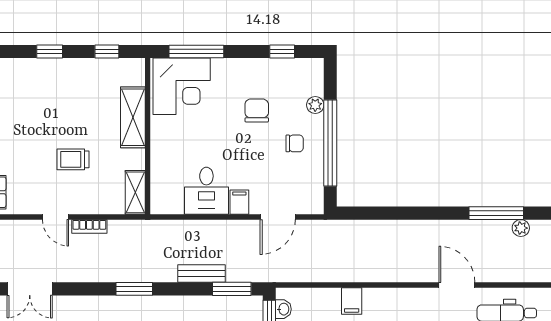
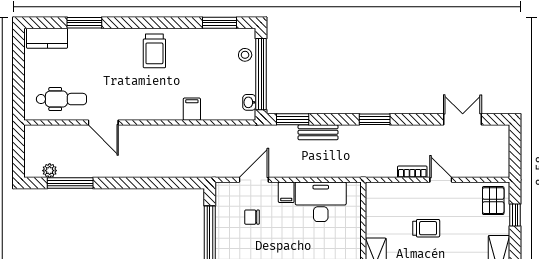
chair: (295, 143) -> (252, 217), moved
desk: (206, 191) -> (321, 202), width x1.37
shelving: (135, 192) -> (374, 200), removed

